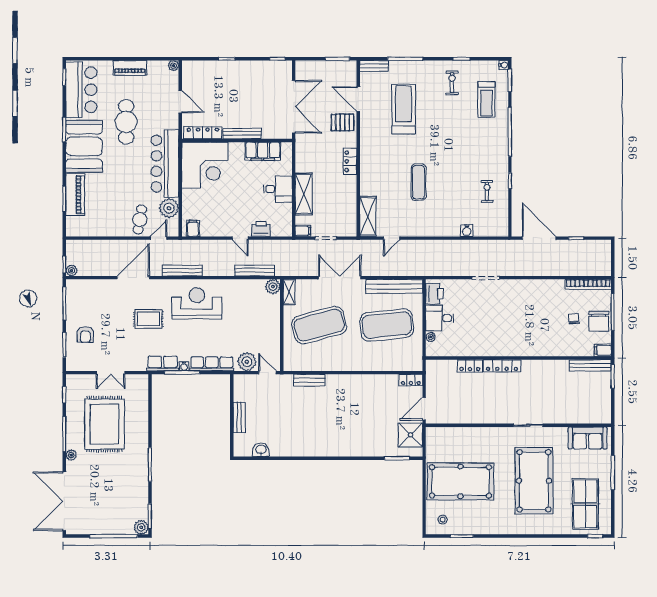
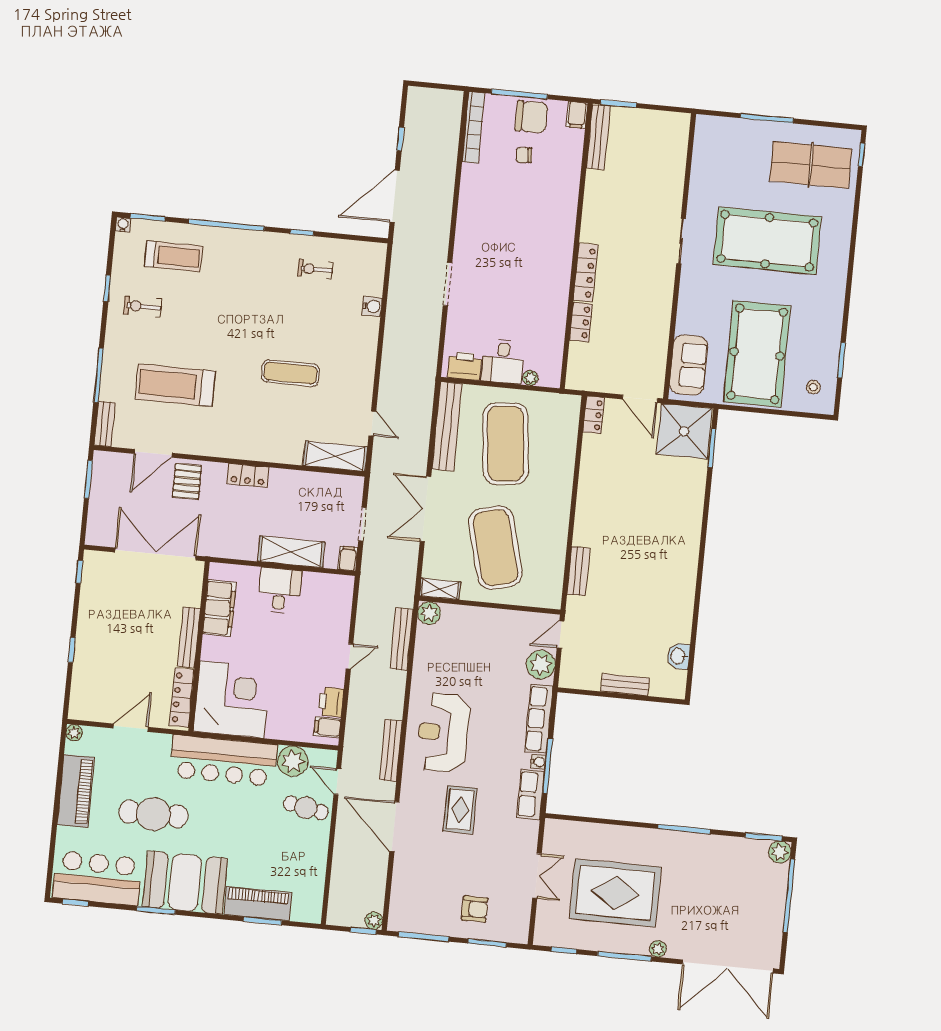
piano: (130, 68) -> (76, 791), width x1.37, depth x1.33
printer: (261, 229) -> (331, 702), moved
shower: (410, 435) -> (684, 431), width x1.37, depth x1.37
sofa: (588, 438) -> (689, 365), moved

